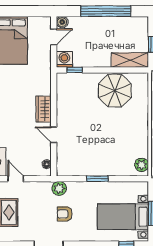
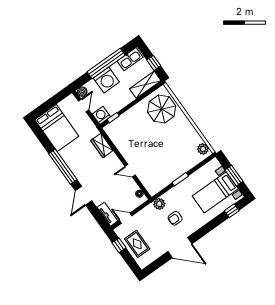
kitchen sink: (133, 24) -> (130, 59), added
washing machine: (94, 28) -> (106, 80), added
parasol: (115, 91) -> (162, 109), moved
wardrobe: (44, 109) -> (102, 145), moved

